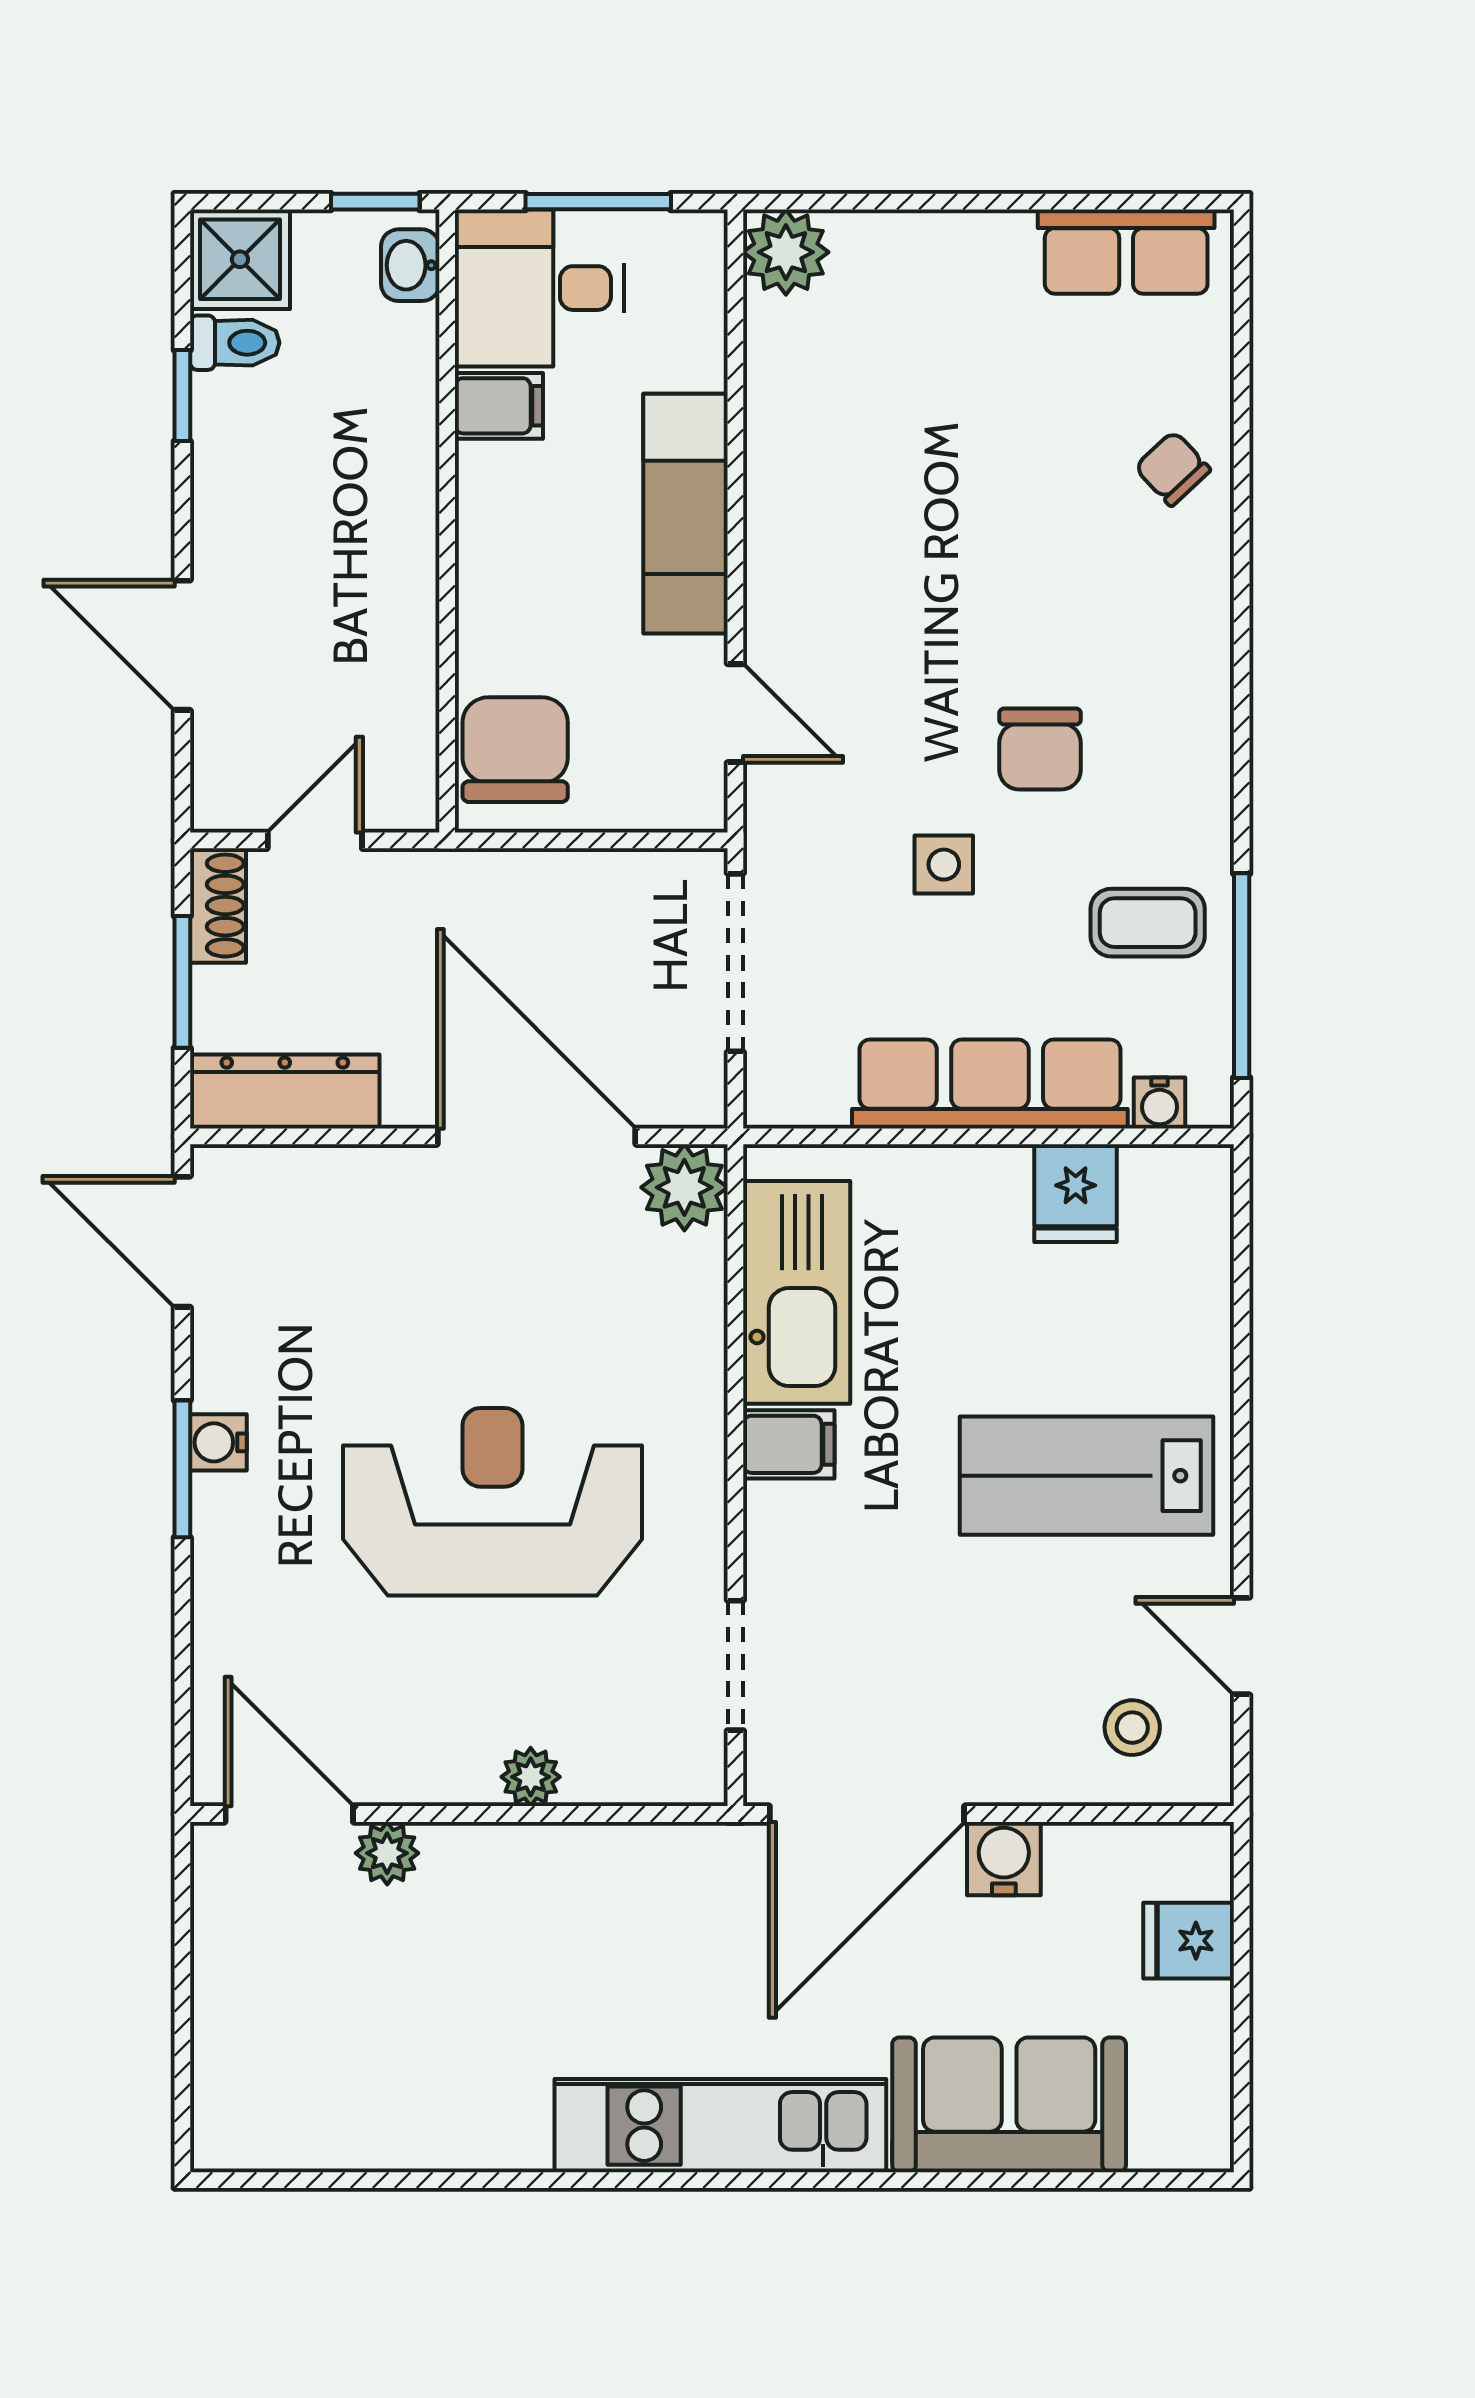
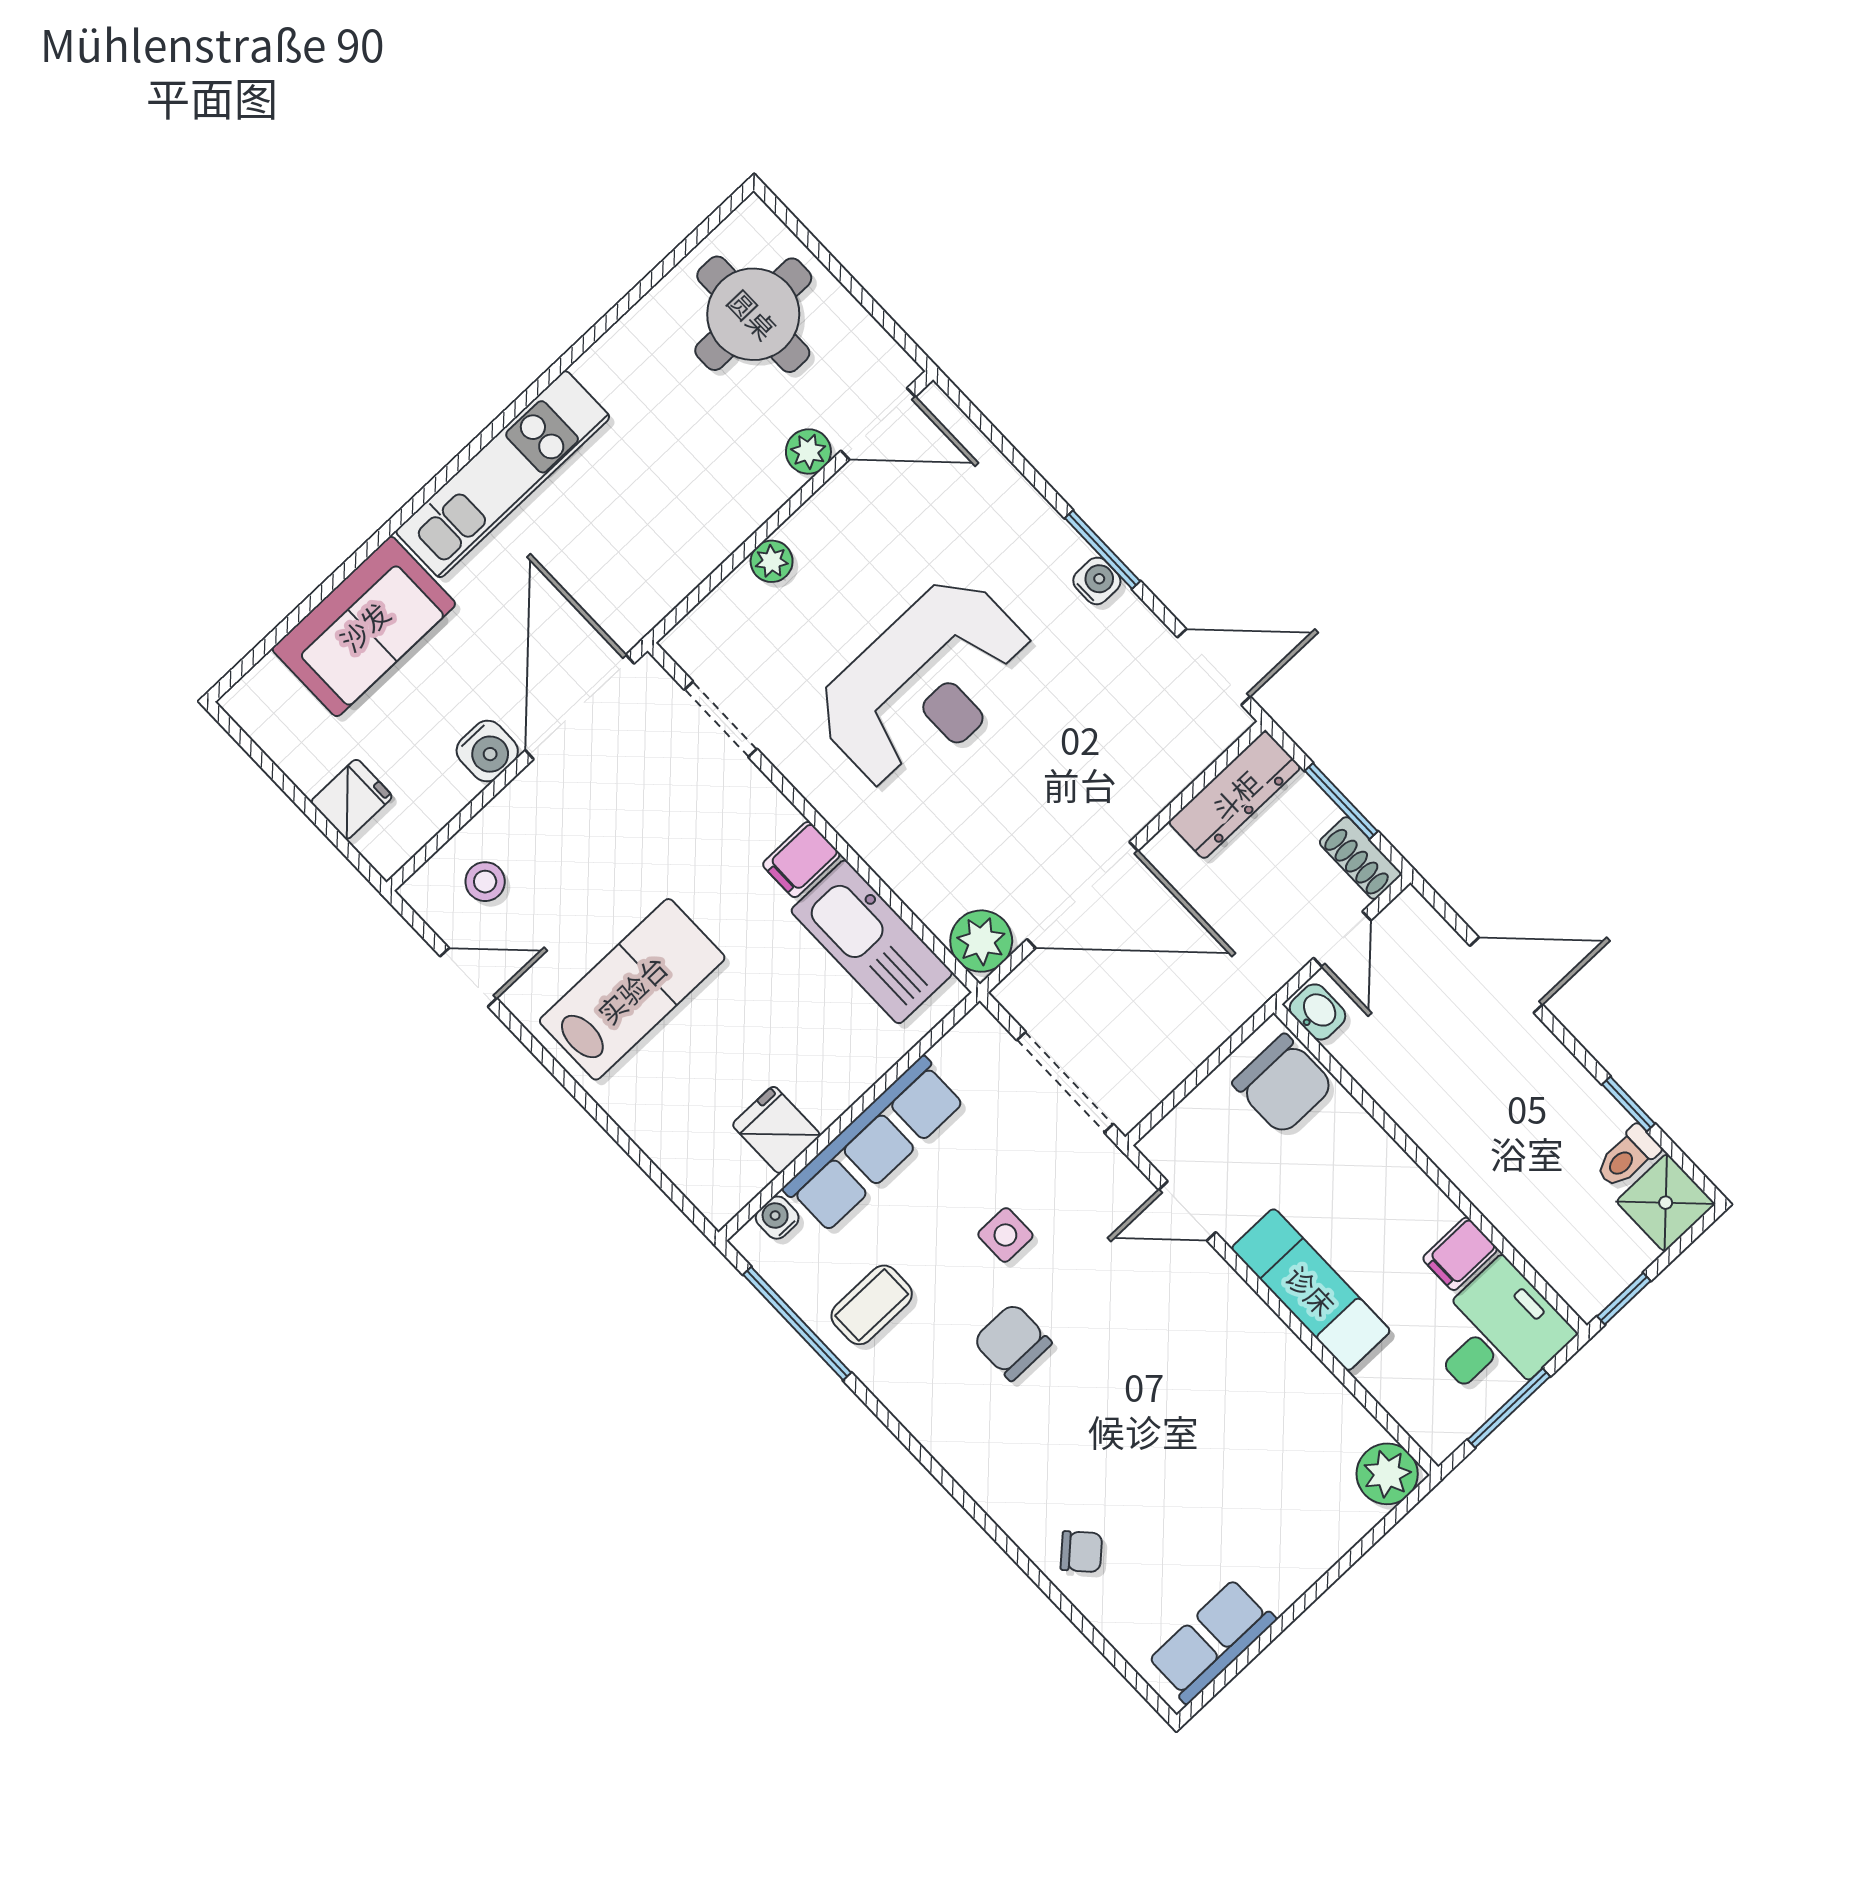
washbasin: (410, 265) -> (1318, 1012), moved
round table: (311, 2046) -> (753, 314), added

